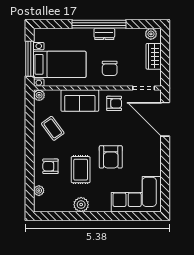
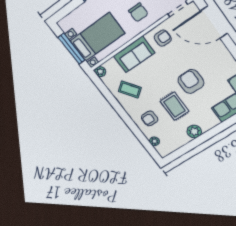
armchair: (111, 157) -> (191, 82), turned 180

